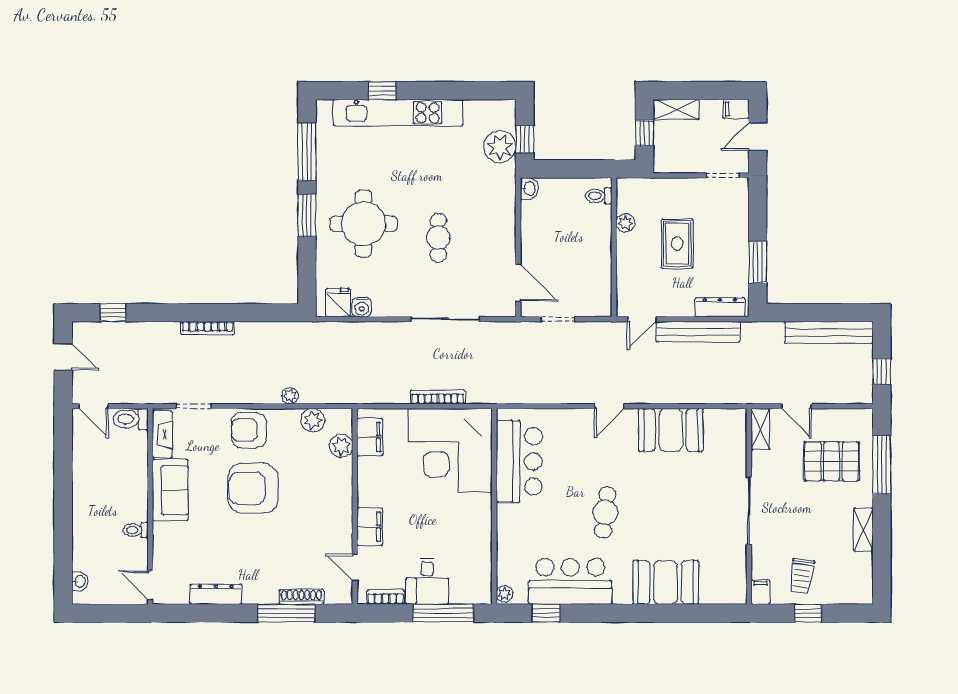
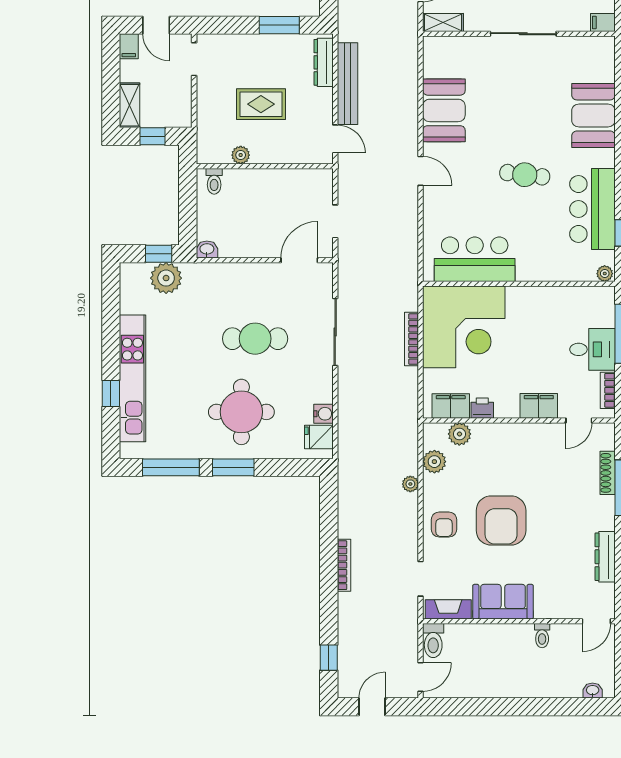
cafe table: (438, 238) -> (255, 339), width x1.37, depth x1.35
armchair: (249, 430) -> (444, 525), width x0.72, depth x0.72
printer: (367, 469) -> (482, 408), added

